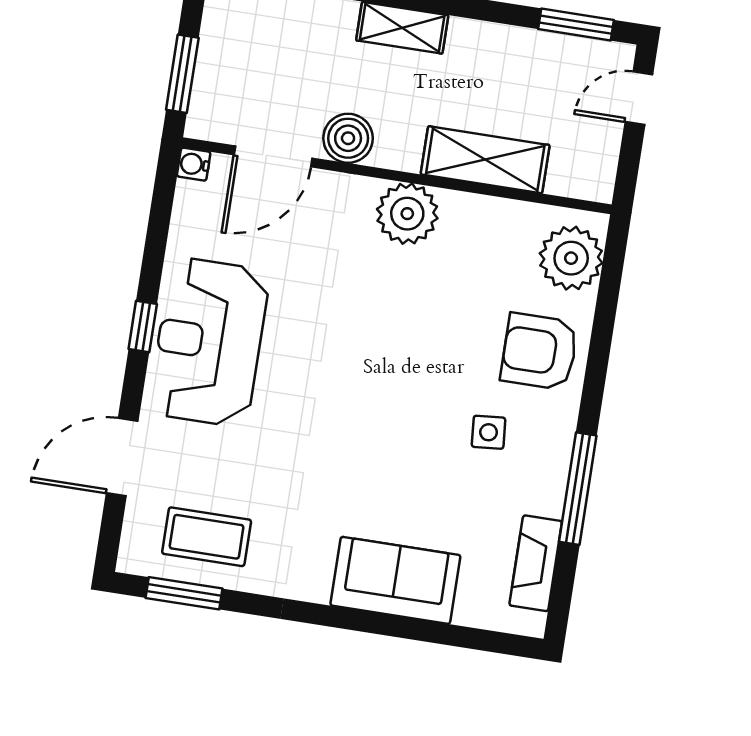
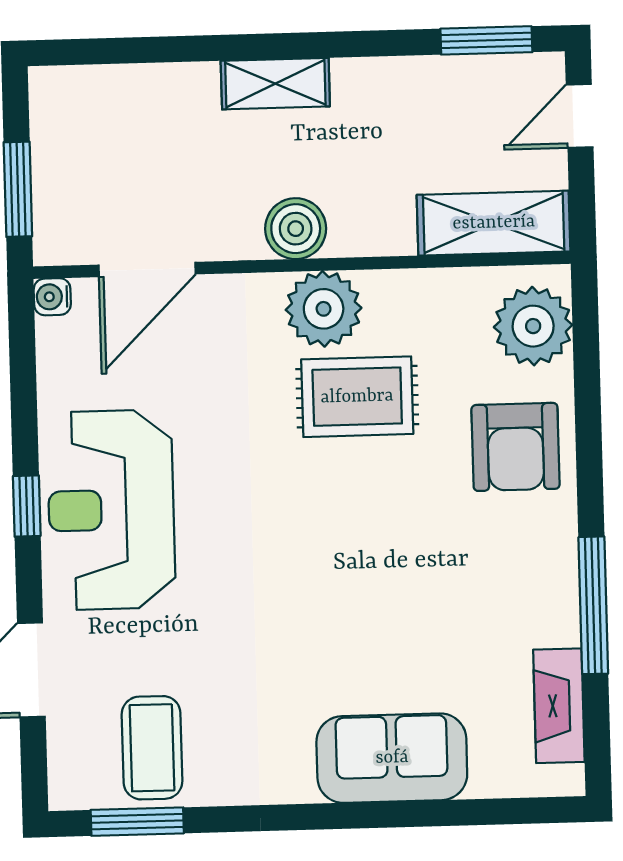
boiler: (348, 138) -> (296, 229), moved
shelving: (485, 160) -> (494, 223), moved
rug: (421, 288) -> (357, 397), added
armchair: (539, 351) -> (516, 447), turned -90
side table: (489, 432) -> (472, 557), removed
coffee table: (207, 537) -> (152, 748), turned 90

